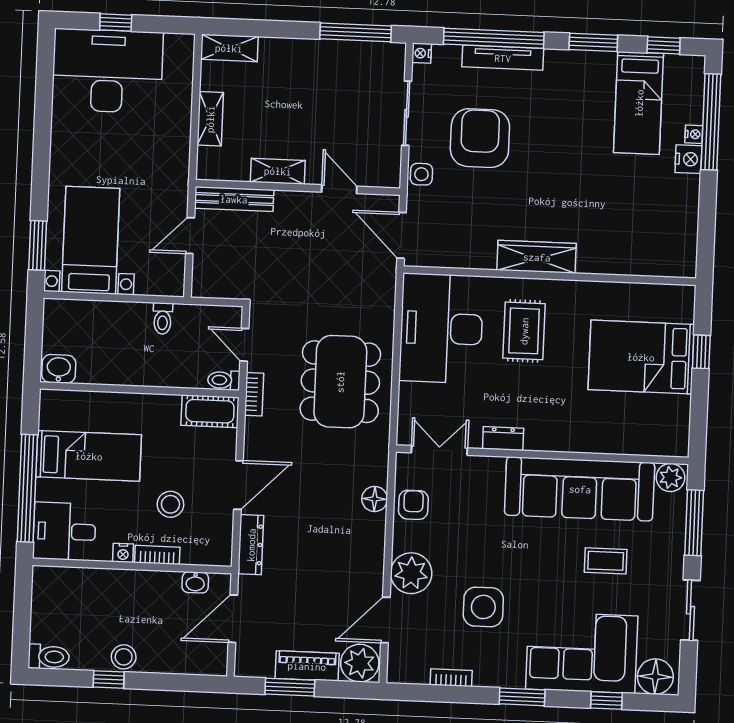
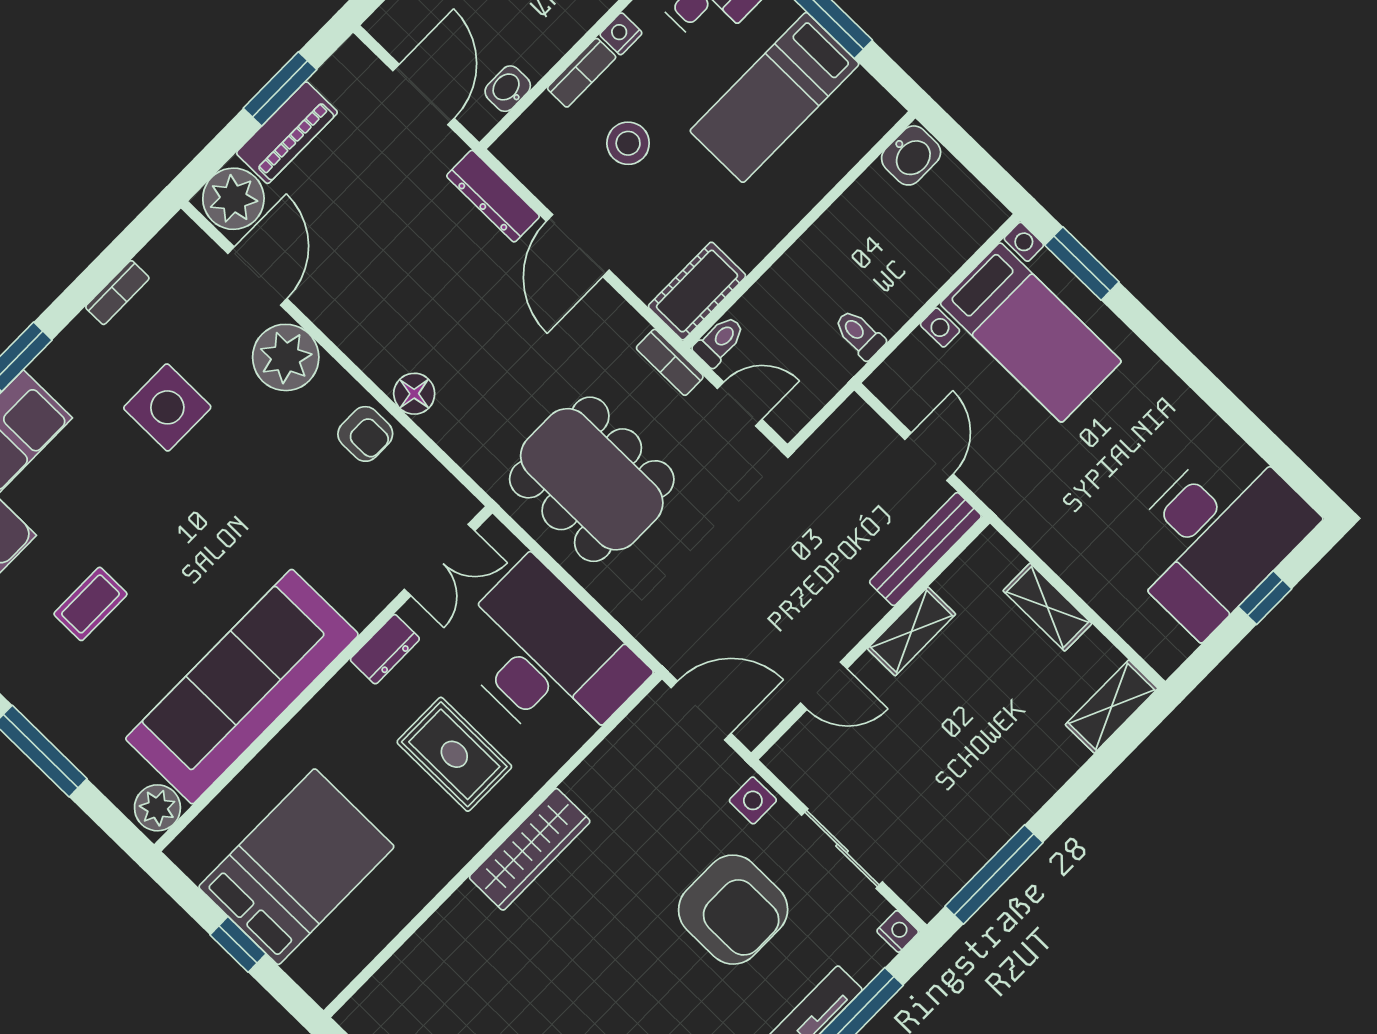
dresser: (503, 439) -> (385, 649), moved
double door: (439, 450) -> (440, 560), moved
wall: (542, 455) -> (323, 679), moved
plant: (670, 478) -> (157, 808), moved
sofa: (580, 489) -> (242, 687), moved

